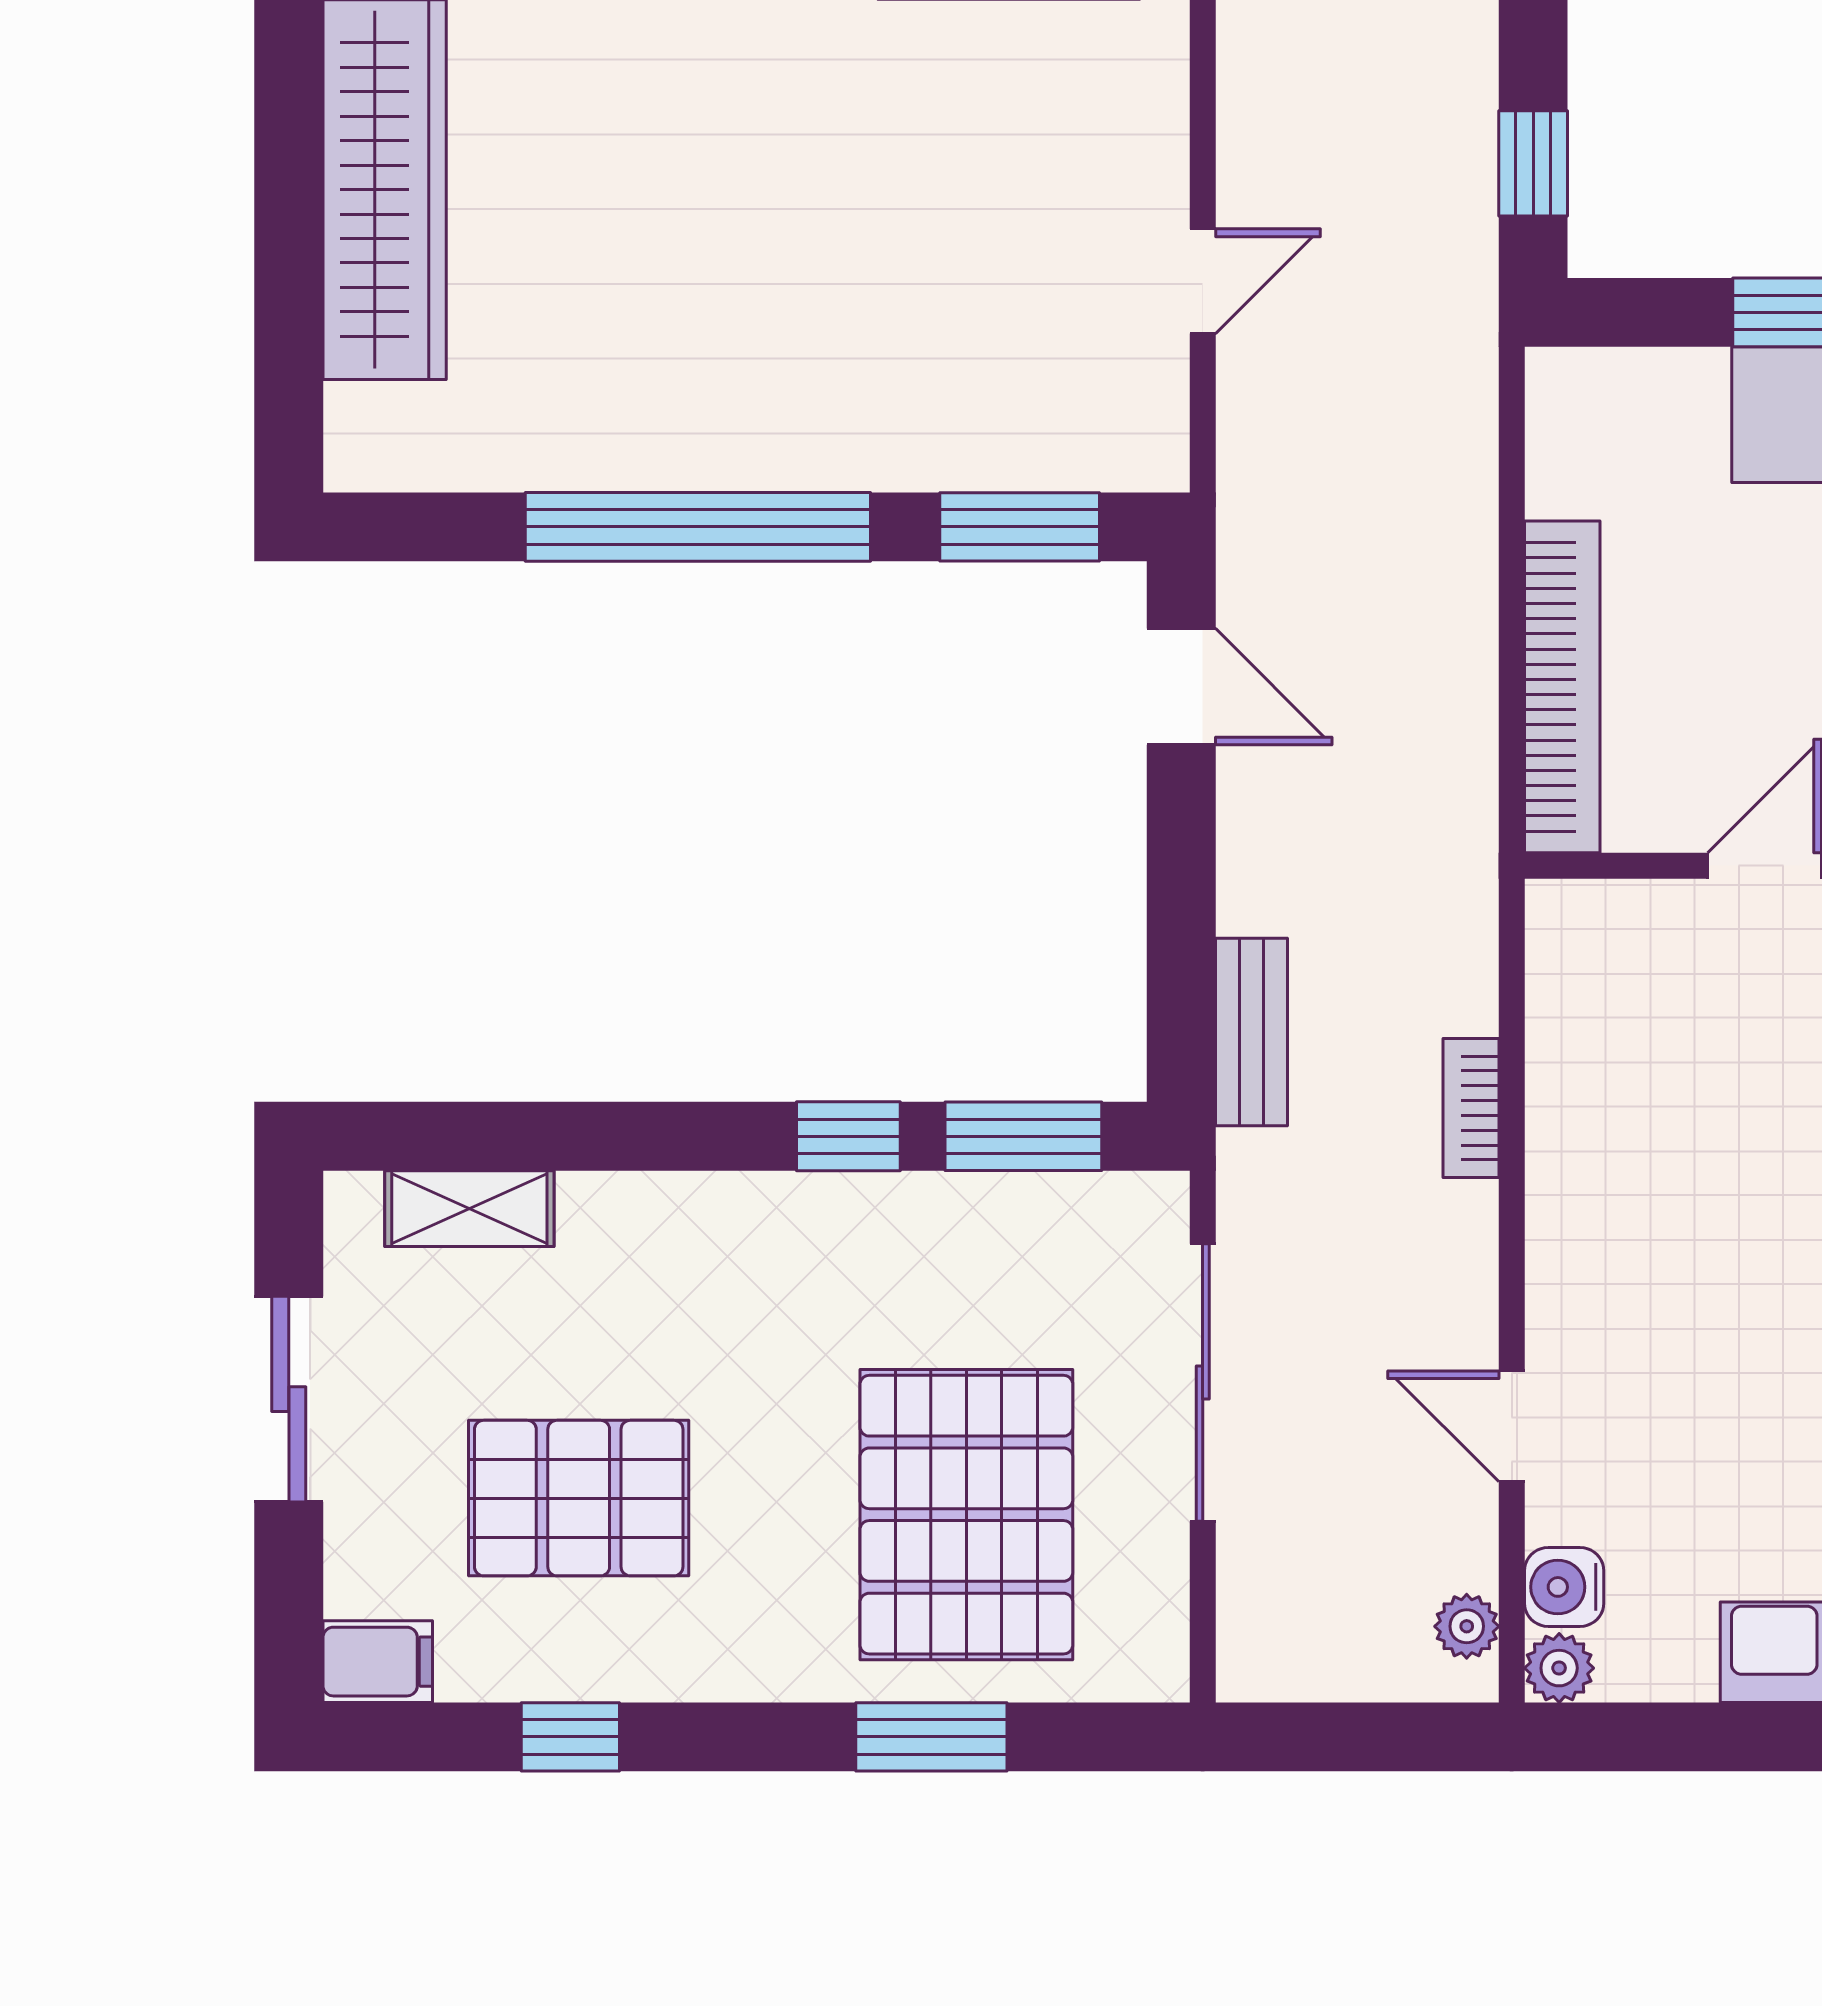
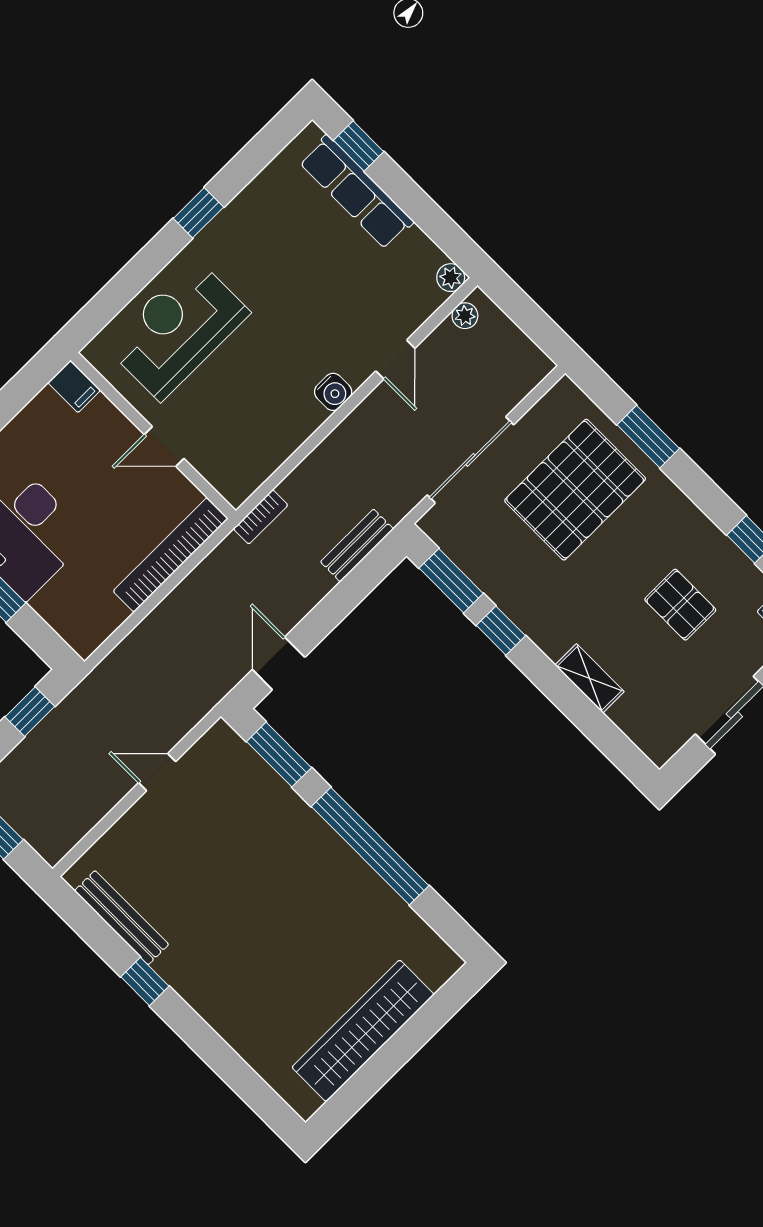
bookcase: (1471, 1108) -> (261, 517), moved
shelving: (469, 1209) -> (590, 678), moved
pallet: (579, 1498) -> (680, 605), width x0.67, depth x0.71
water cooler: (1564, 1587) -> (333, 392), moved

